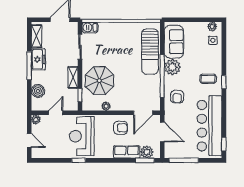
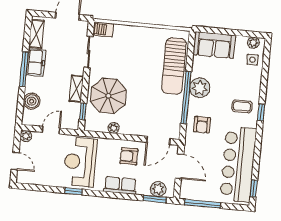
sofa: (174, 42) -> (214, 45), moved, turned 90
armchair: (121, 128) -> (129, 156), turned 180
row of seats: (127, 152) -> (120, 185), moved

